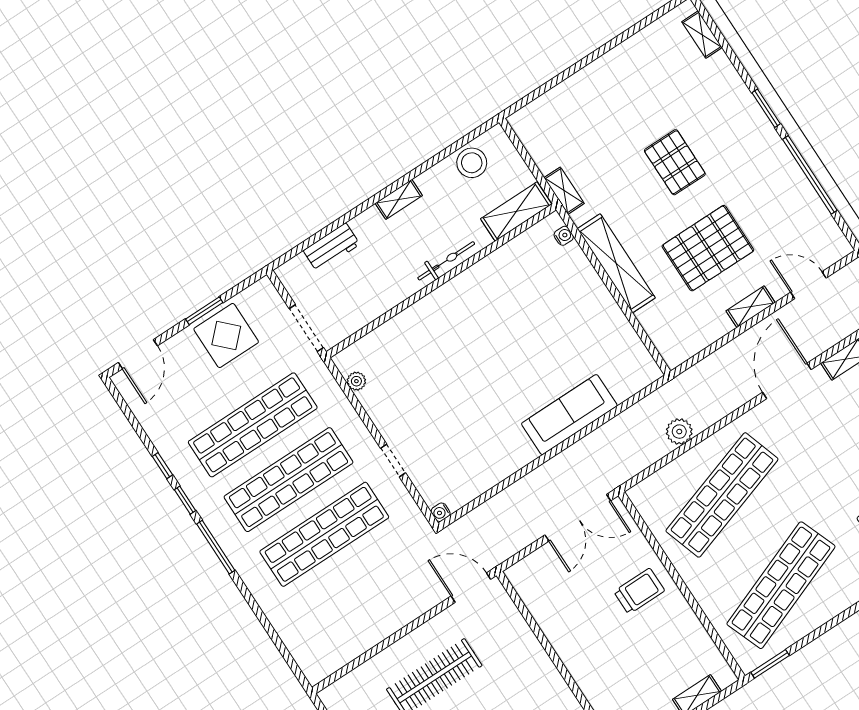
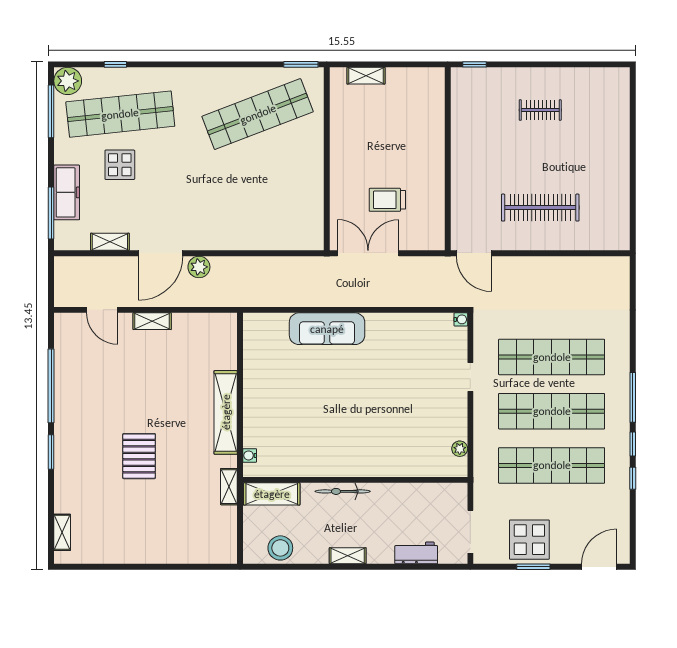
pallet: (708, 248) -> (155, 381), removed
doorway: (306, 328) -> (470, 532), moved
plant: (679, 432) -> (199, 267), moved
shop shelf: (722, 495) -> (258, 204), removed
trolley: (639, 591) -> (387, 200), moved

